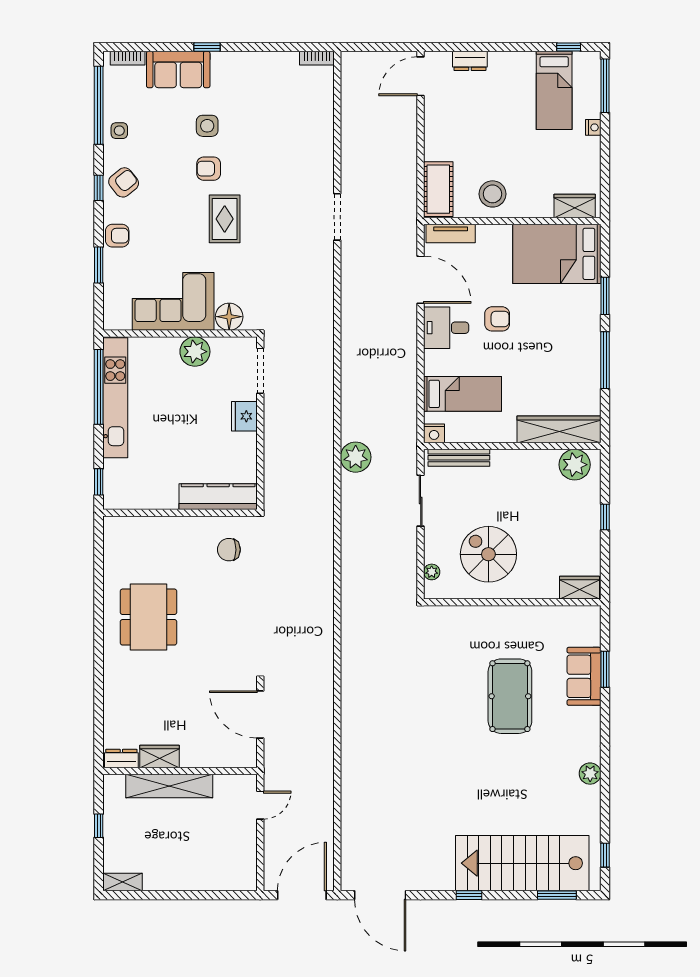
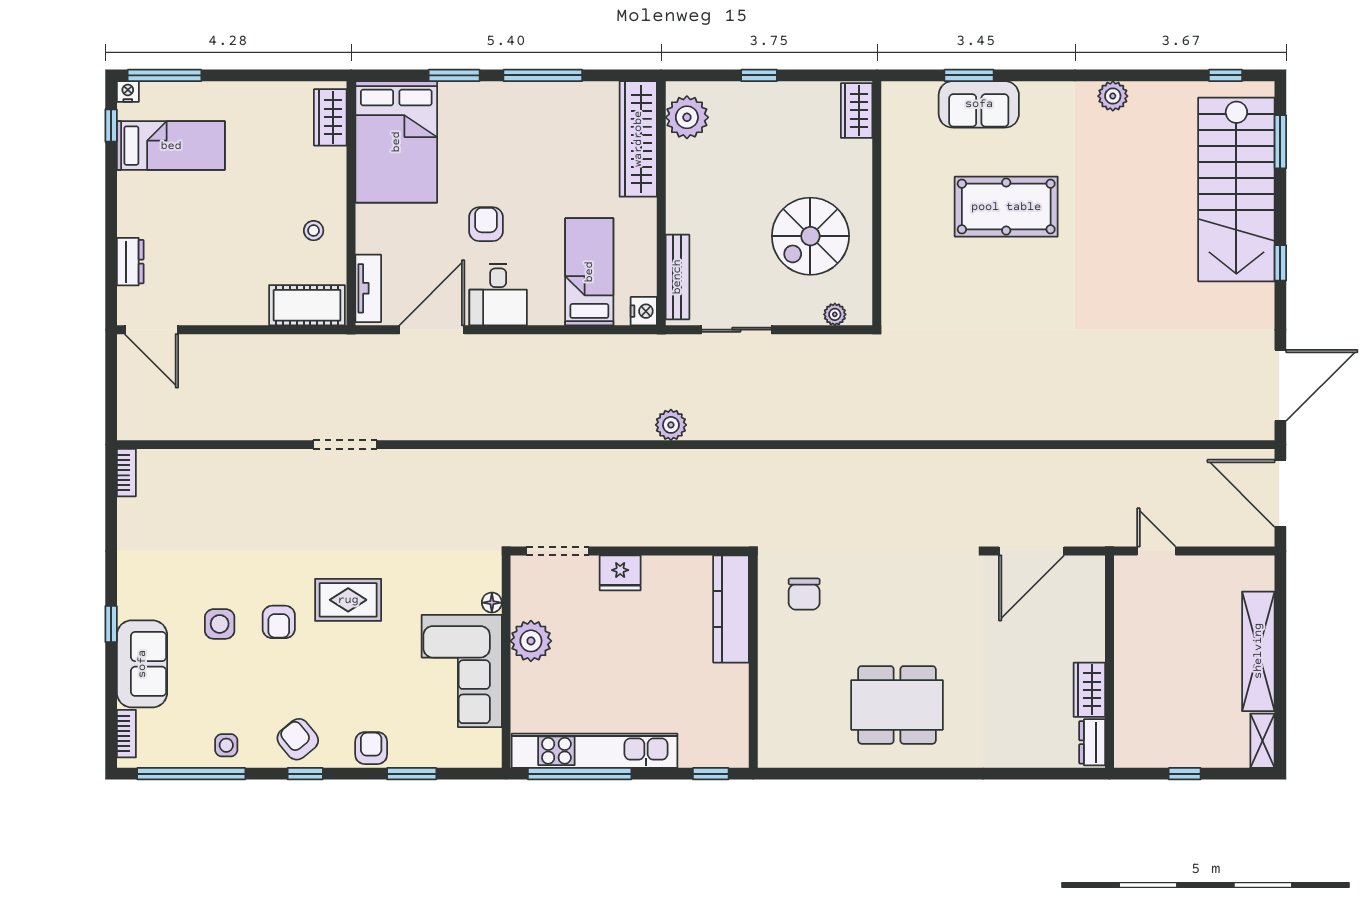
nightstand: (593, 127) -> (128, 92), moved
stool: (493, 194) -> (314, 231), width x0.53, depth x0.53
floor lamp: (229, 317) -> (492, 603), width x0.53, depth x0.53
plant: (356, 457) -> (671, 425), width x0.73, depth x0.73
shelving: (169, 786) -> (1258, 651), moved

